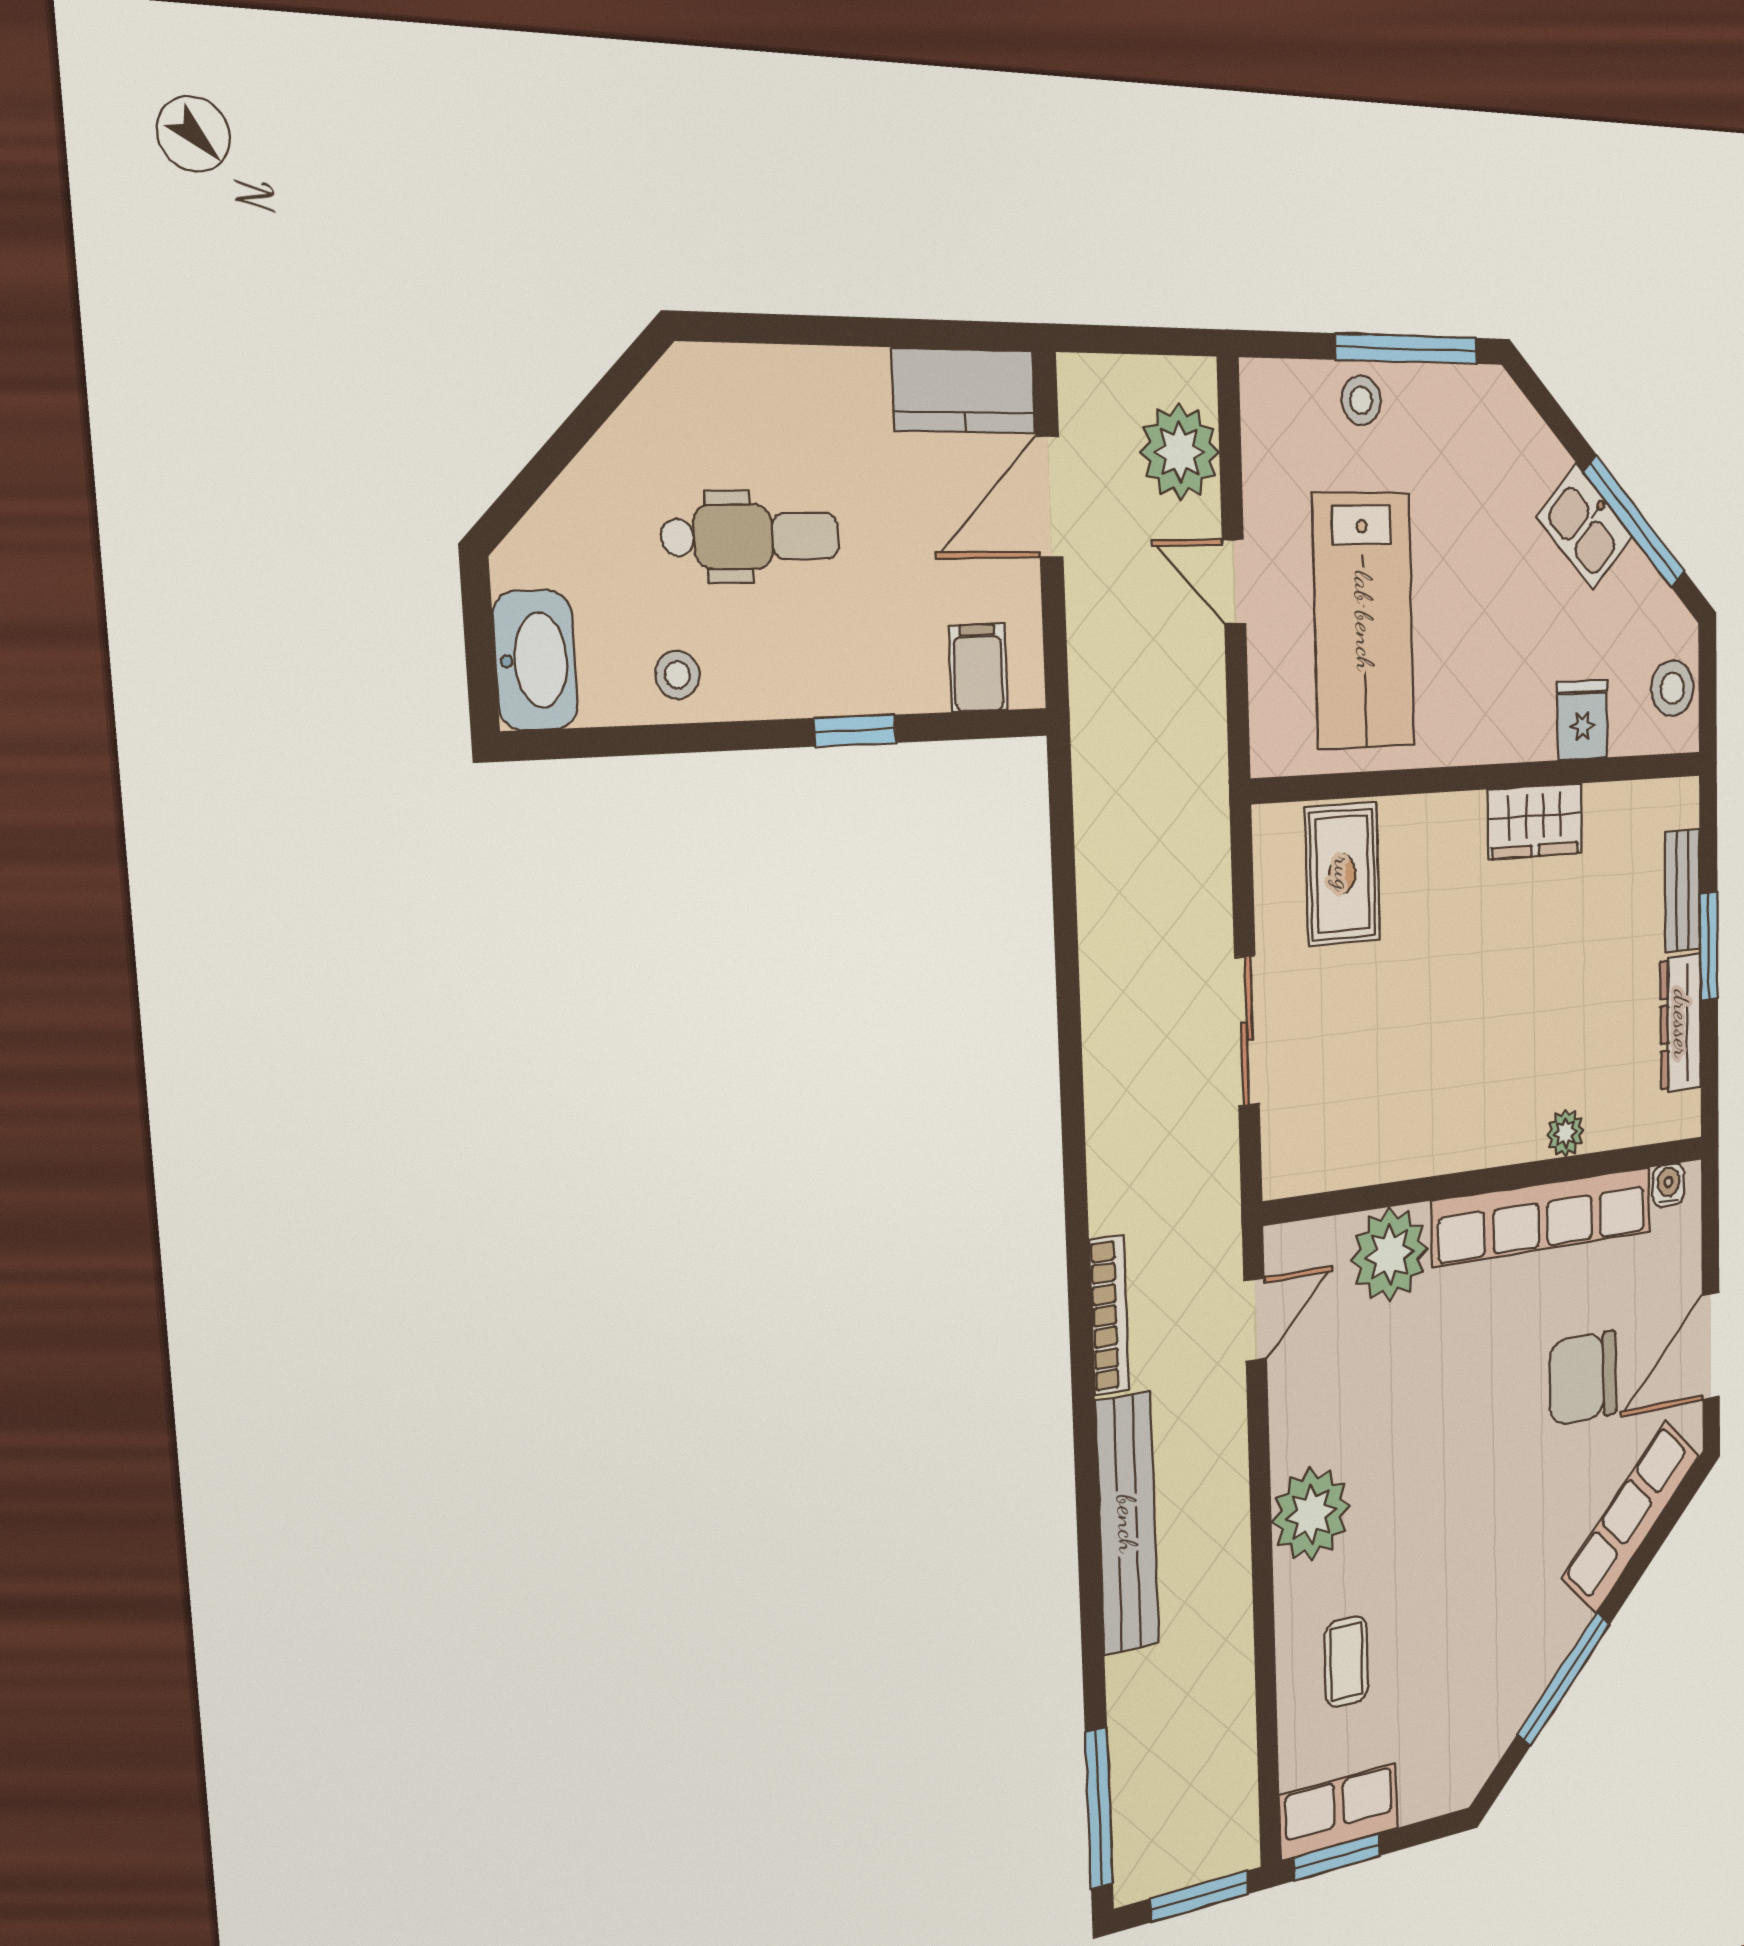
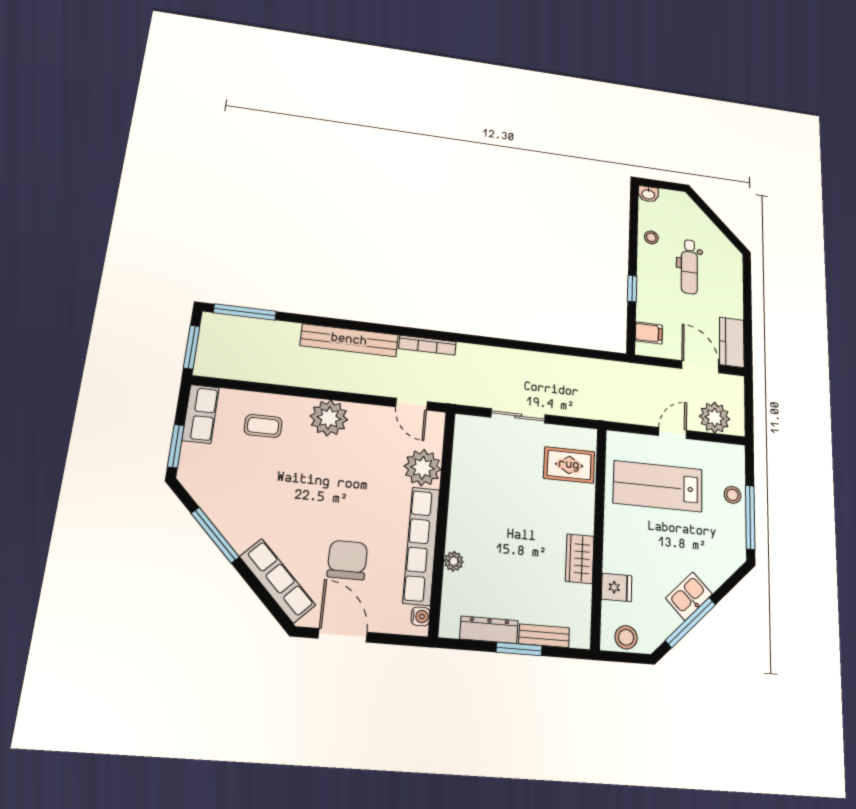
washbasin: (535, 660) -> (648, 194), width x0.52, depth x0.69
window: (1337, 1857) -> (176, 446), moved

